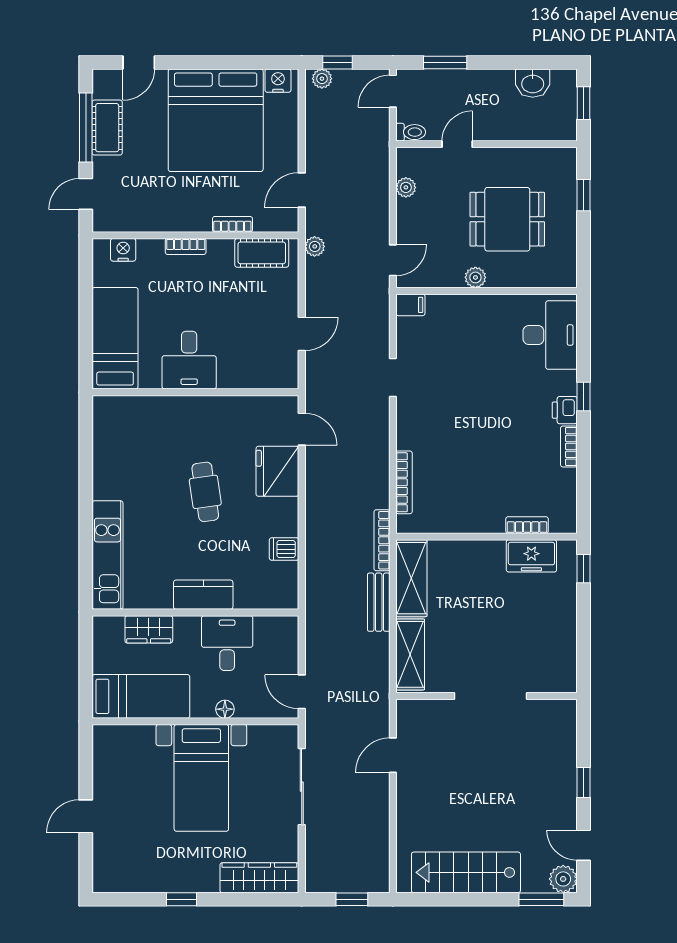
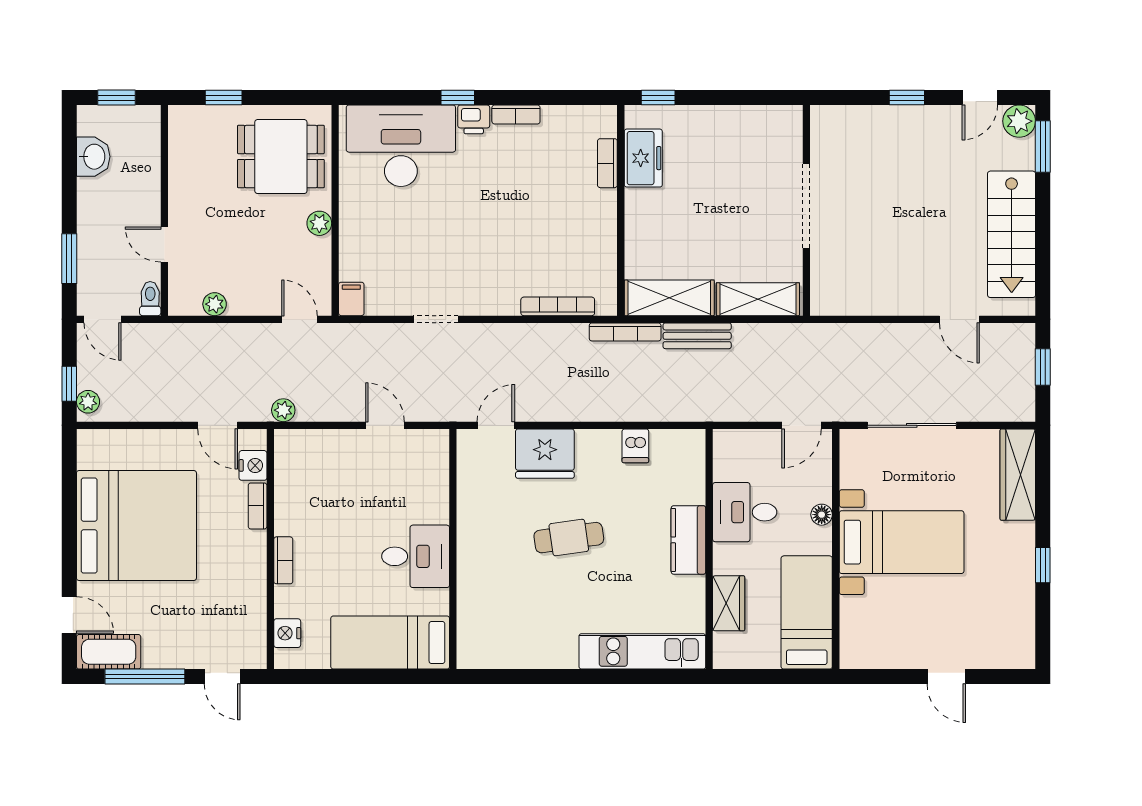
nightstand: (278, 81) -> (253, 465), moved, turned 180
cot: (107, 128) -> (109, 652), moved
dining table: (507, 219) -> (281, 157), moved, turned 90
cot: (262, 253) -> (291, 472), removed
desk: (550, 335) -> (401, 146), width x1.36, depth x1.30
door: (393, 755) -> (959, 319), moved

